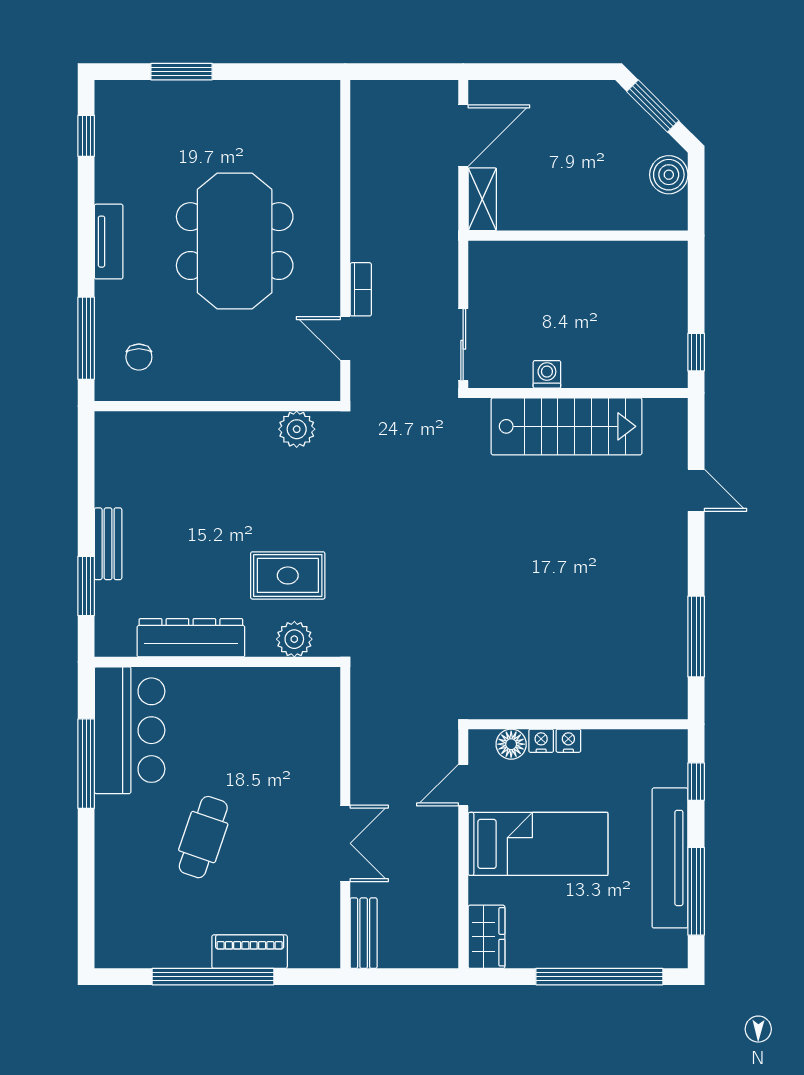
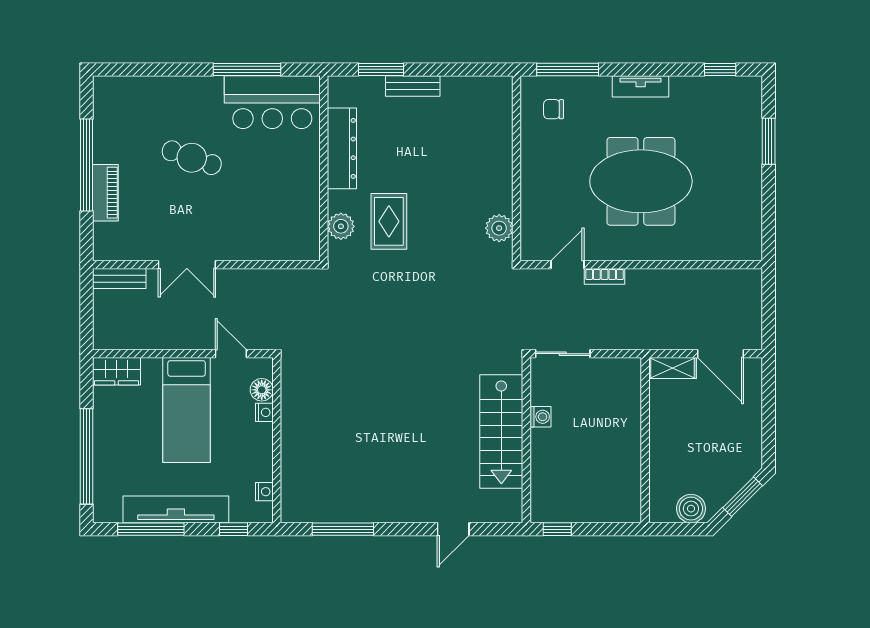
nightstand: (568, 741) -> (264, 492), moved

